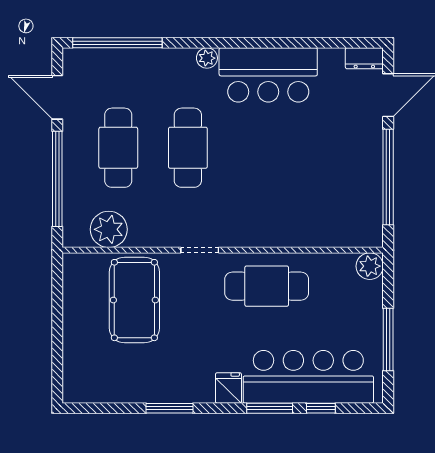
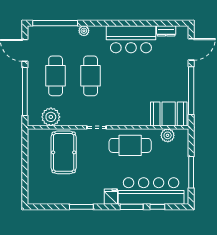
plant: (207, 58) -> (84, 31), moved
dresser: (364, 58) -> (166, 31), moved
booth: (343, 224) -> (169, 114), added
plant: (370, 266) -> (168, 135), moved

